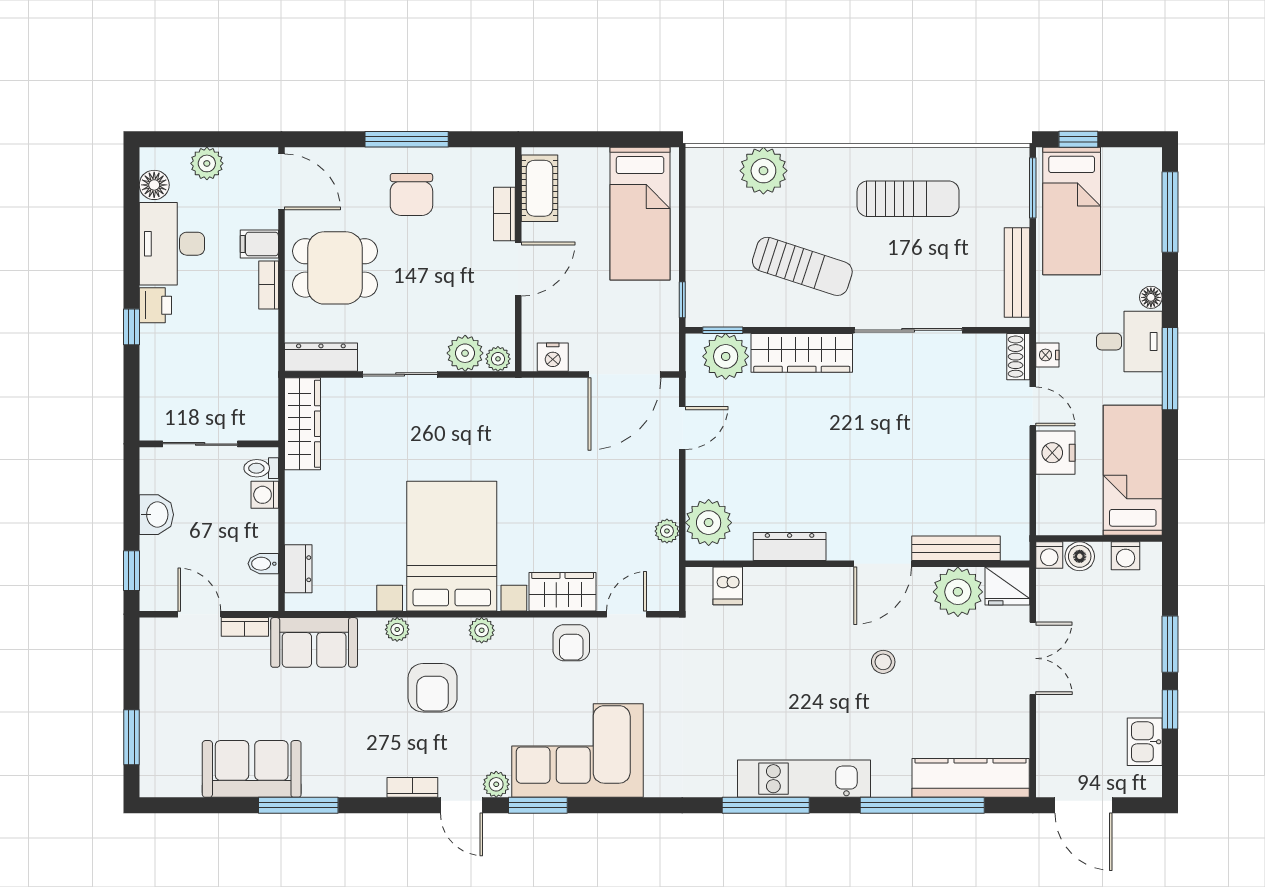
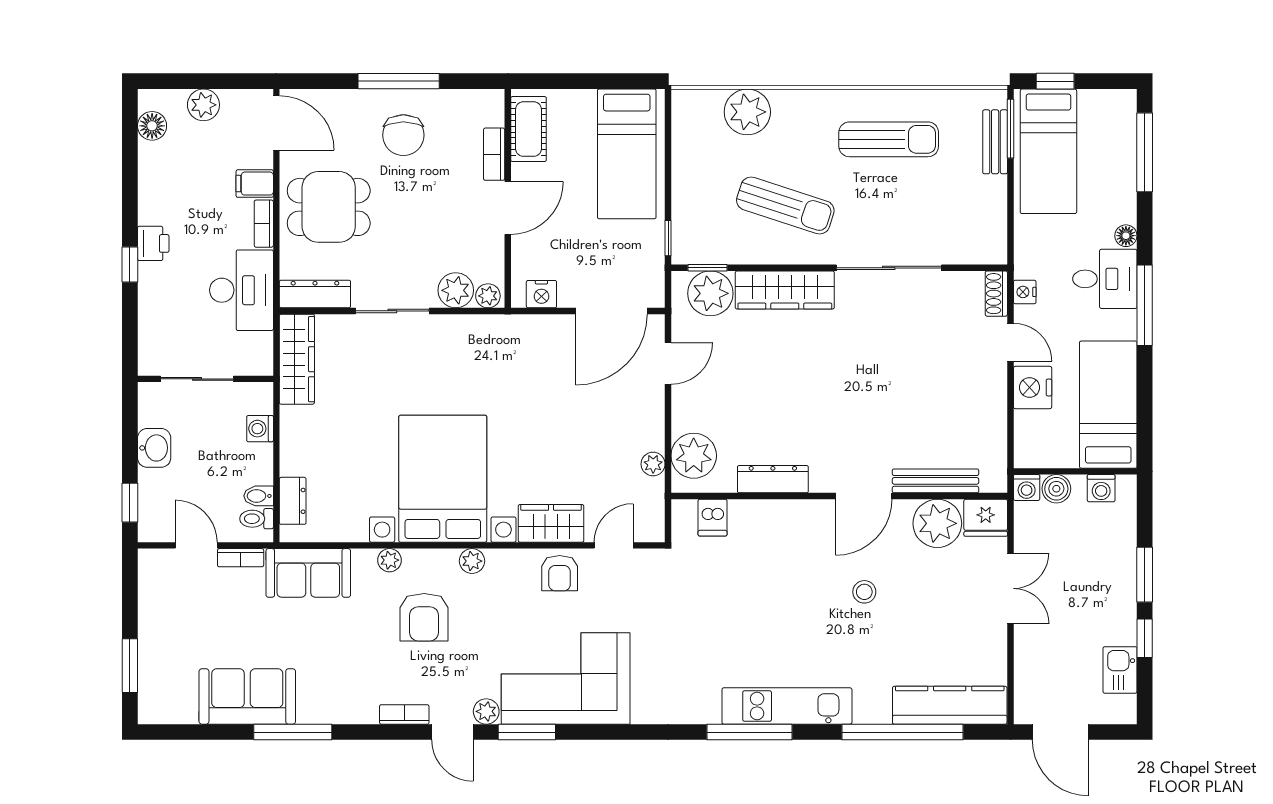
desk: (172, 244) -> (241, 290), moved, turned 180
bench: (1017, 273) -> (995, 142), moved, width x0.73
toilet: (261, 468) -> (257, 519), moved

